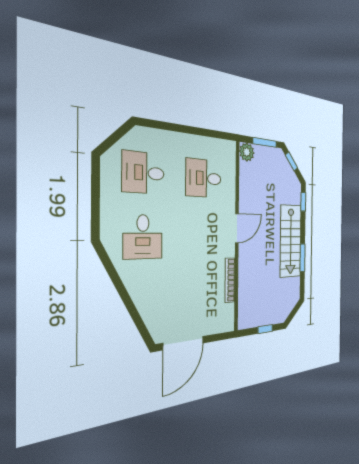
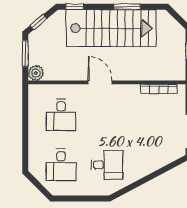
stairs: (291, 241) -> (111, 28), width x1.36, depth x1.51
bookcase: (230, 280) -> (159, 89), moved

